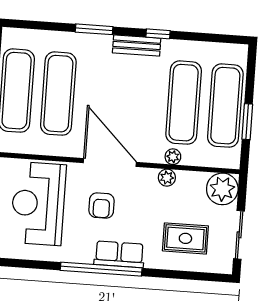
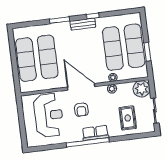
reception desk: (38, 204) -> (49, 115), turned 180
rug: (185, 238) -> (128, 118), turned 90

